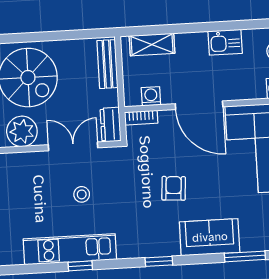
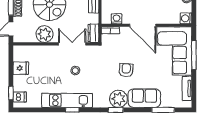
plant: (163, 241) -> (119, 99), added

